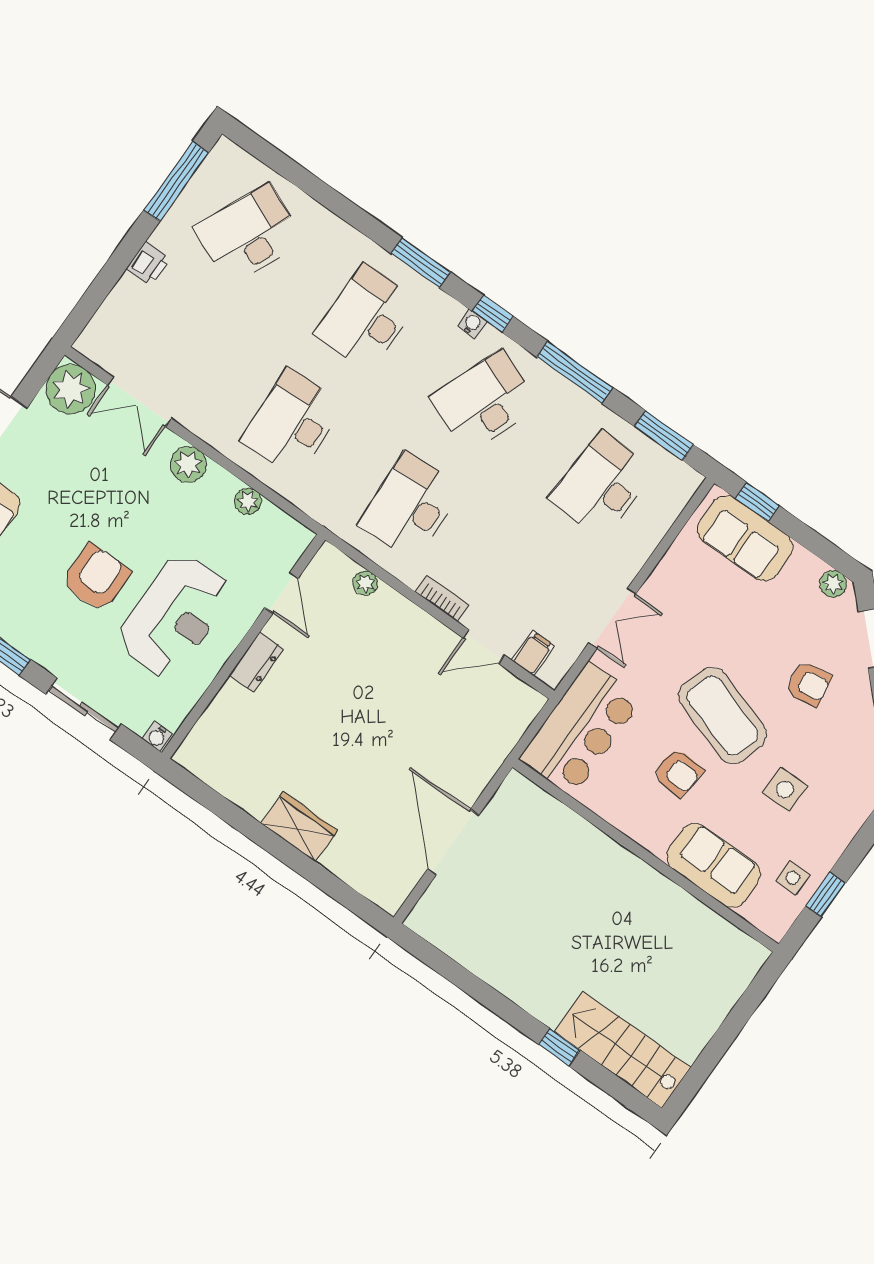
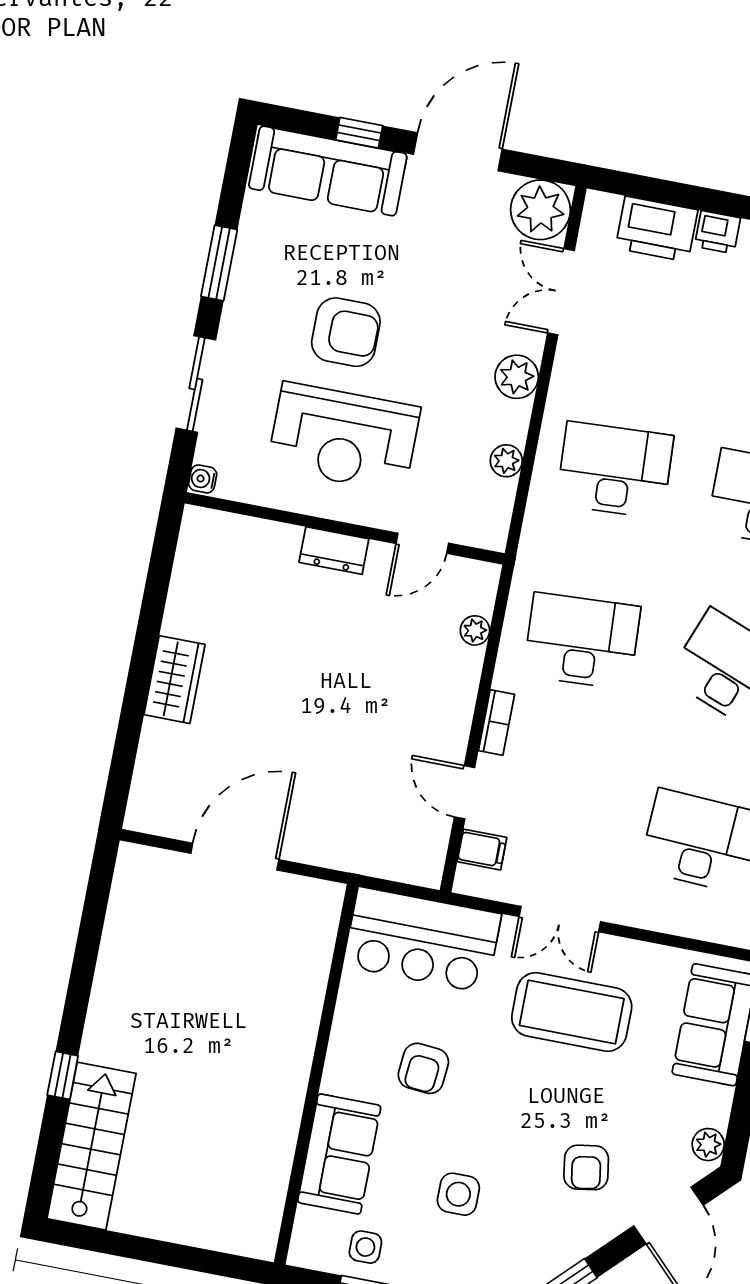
printer: (125, 308) -> (657, 229), added
coffee table: (723, 716) -> (572, 1012), moved, turned 72

